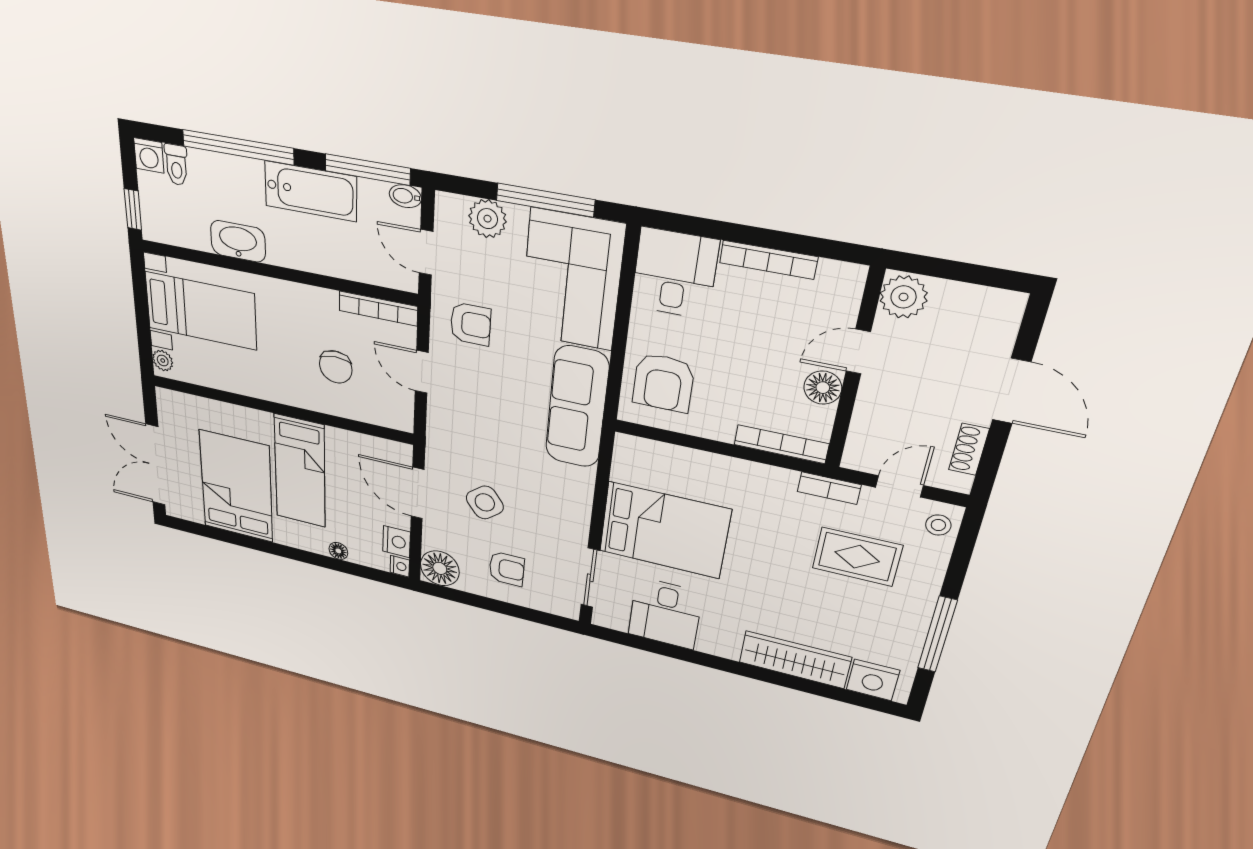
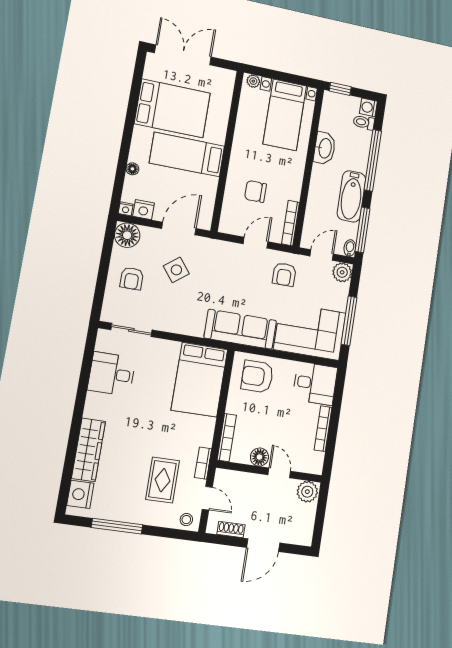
plant: (487, 219) -> (342, 272), moved
bed: (664, 530) -> (199, 380), moved

